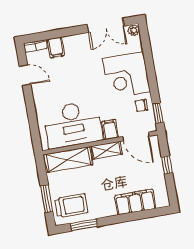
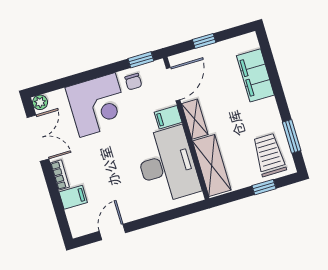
bookcase: (36, 46) -> (60, 175), moved
window: (47, 199) -> (264, 187), width x0.67

